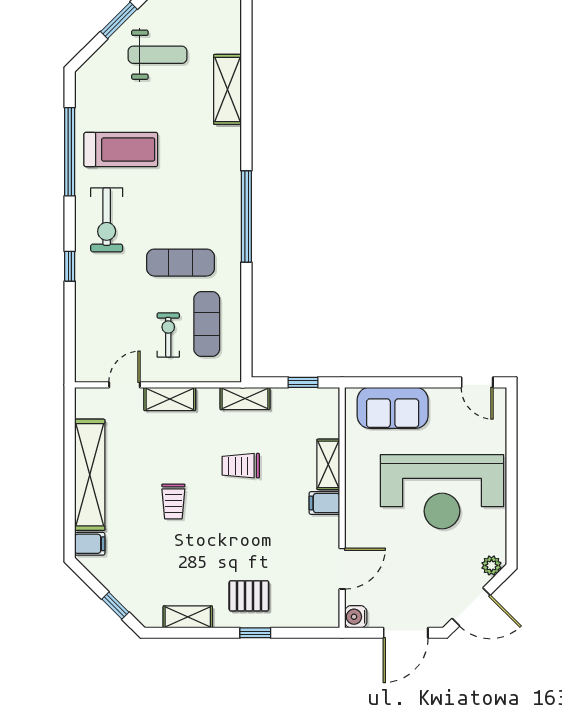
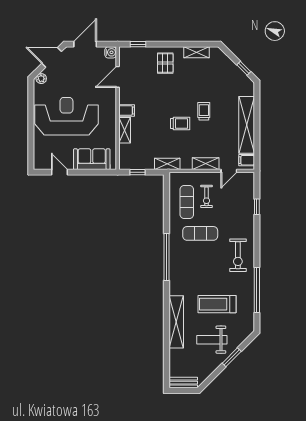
shelving: (228, 89) -> (176, 322), width x1.47
treadmill: (121, 149) -> (217, 304), moved
exercise bike: (107, 220) -> (238, 255), turned 180
window: (70, 266) -> (257, 207), moved
door: (477, 382) -> (59, 172), moved
trolley: (241, 466) -> (180, 123), moved
filing cabinet: (90, 544) -> (247, 160), moved
pallet: (249, 596) -> (165, 63), turned 90
window: (115, 606) -> (244, 68), moved
window: (255, 633) -> (138, 44), moved

